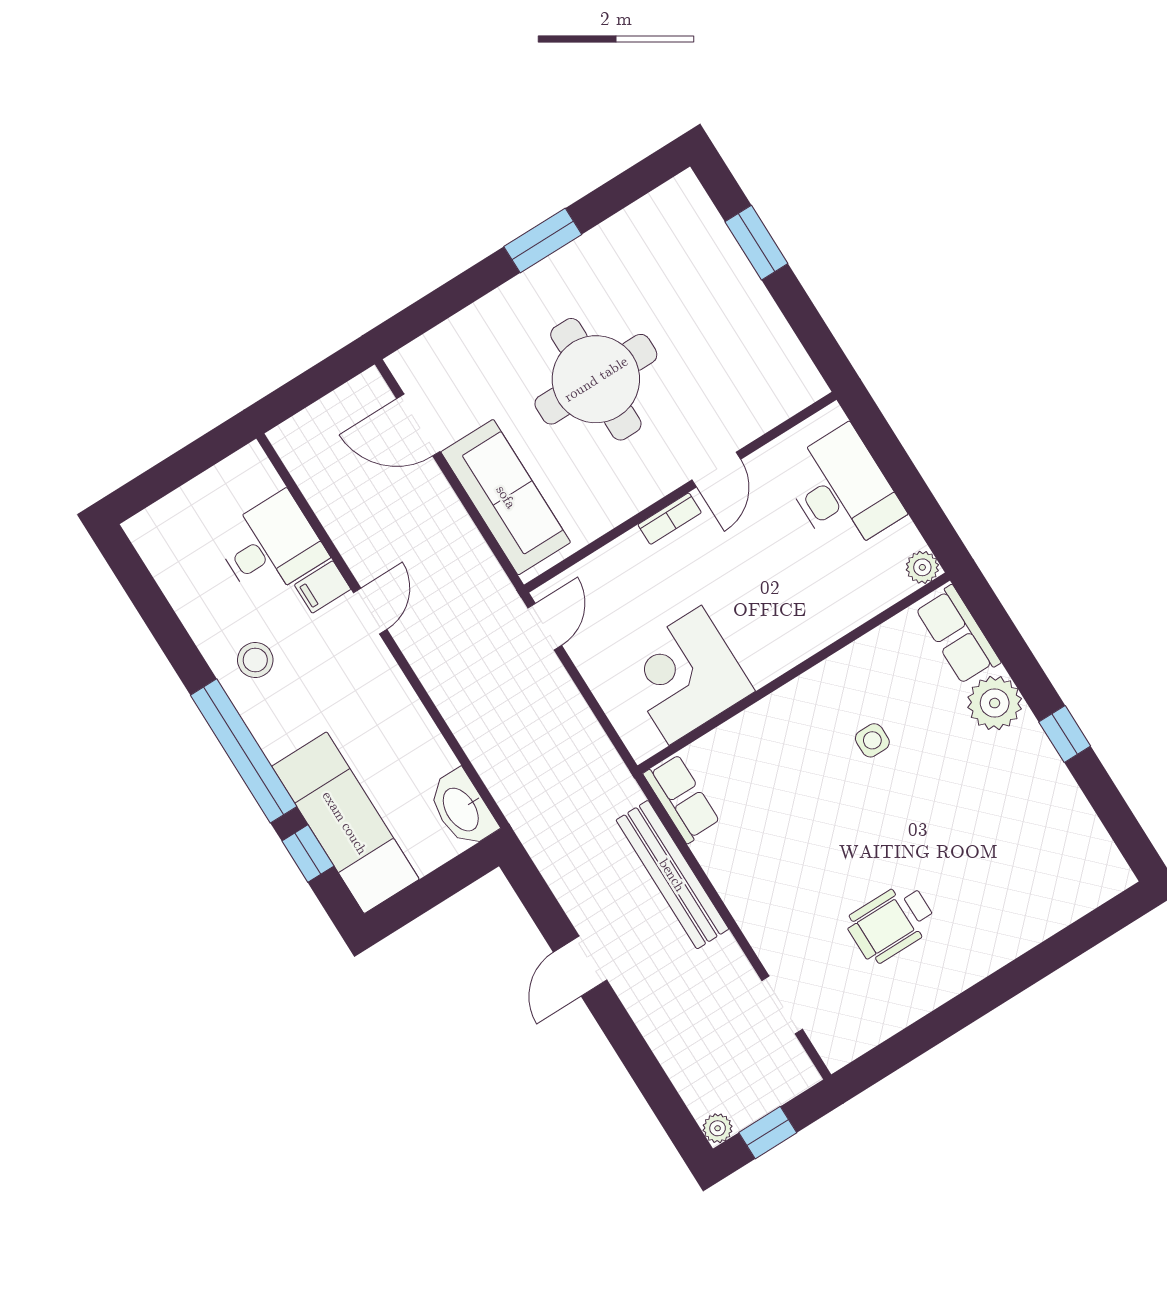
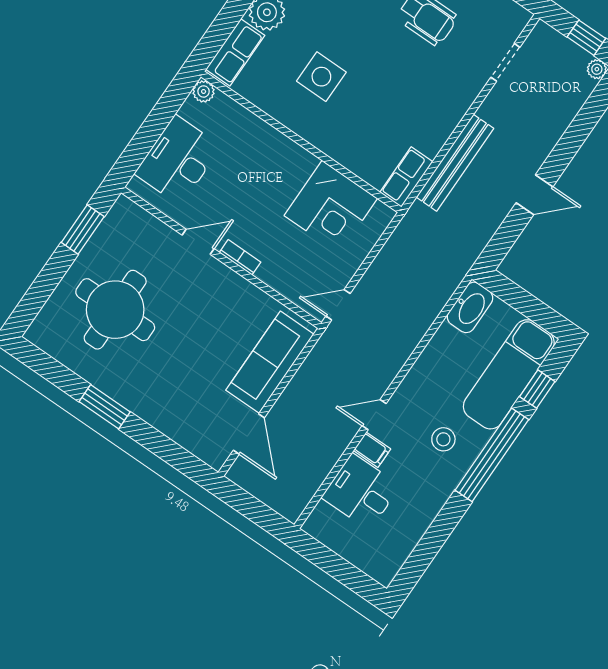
window: (756, 243) -> (83, 230), moved
round table: (596, 379) -> (115, 310), moved
stool: (255, 660) -> (443, 439), moved
side table: (872, 740) -> (321, 77), width x1.87, depth x1.87

